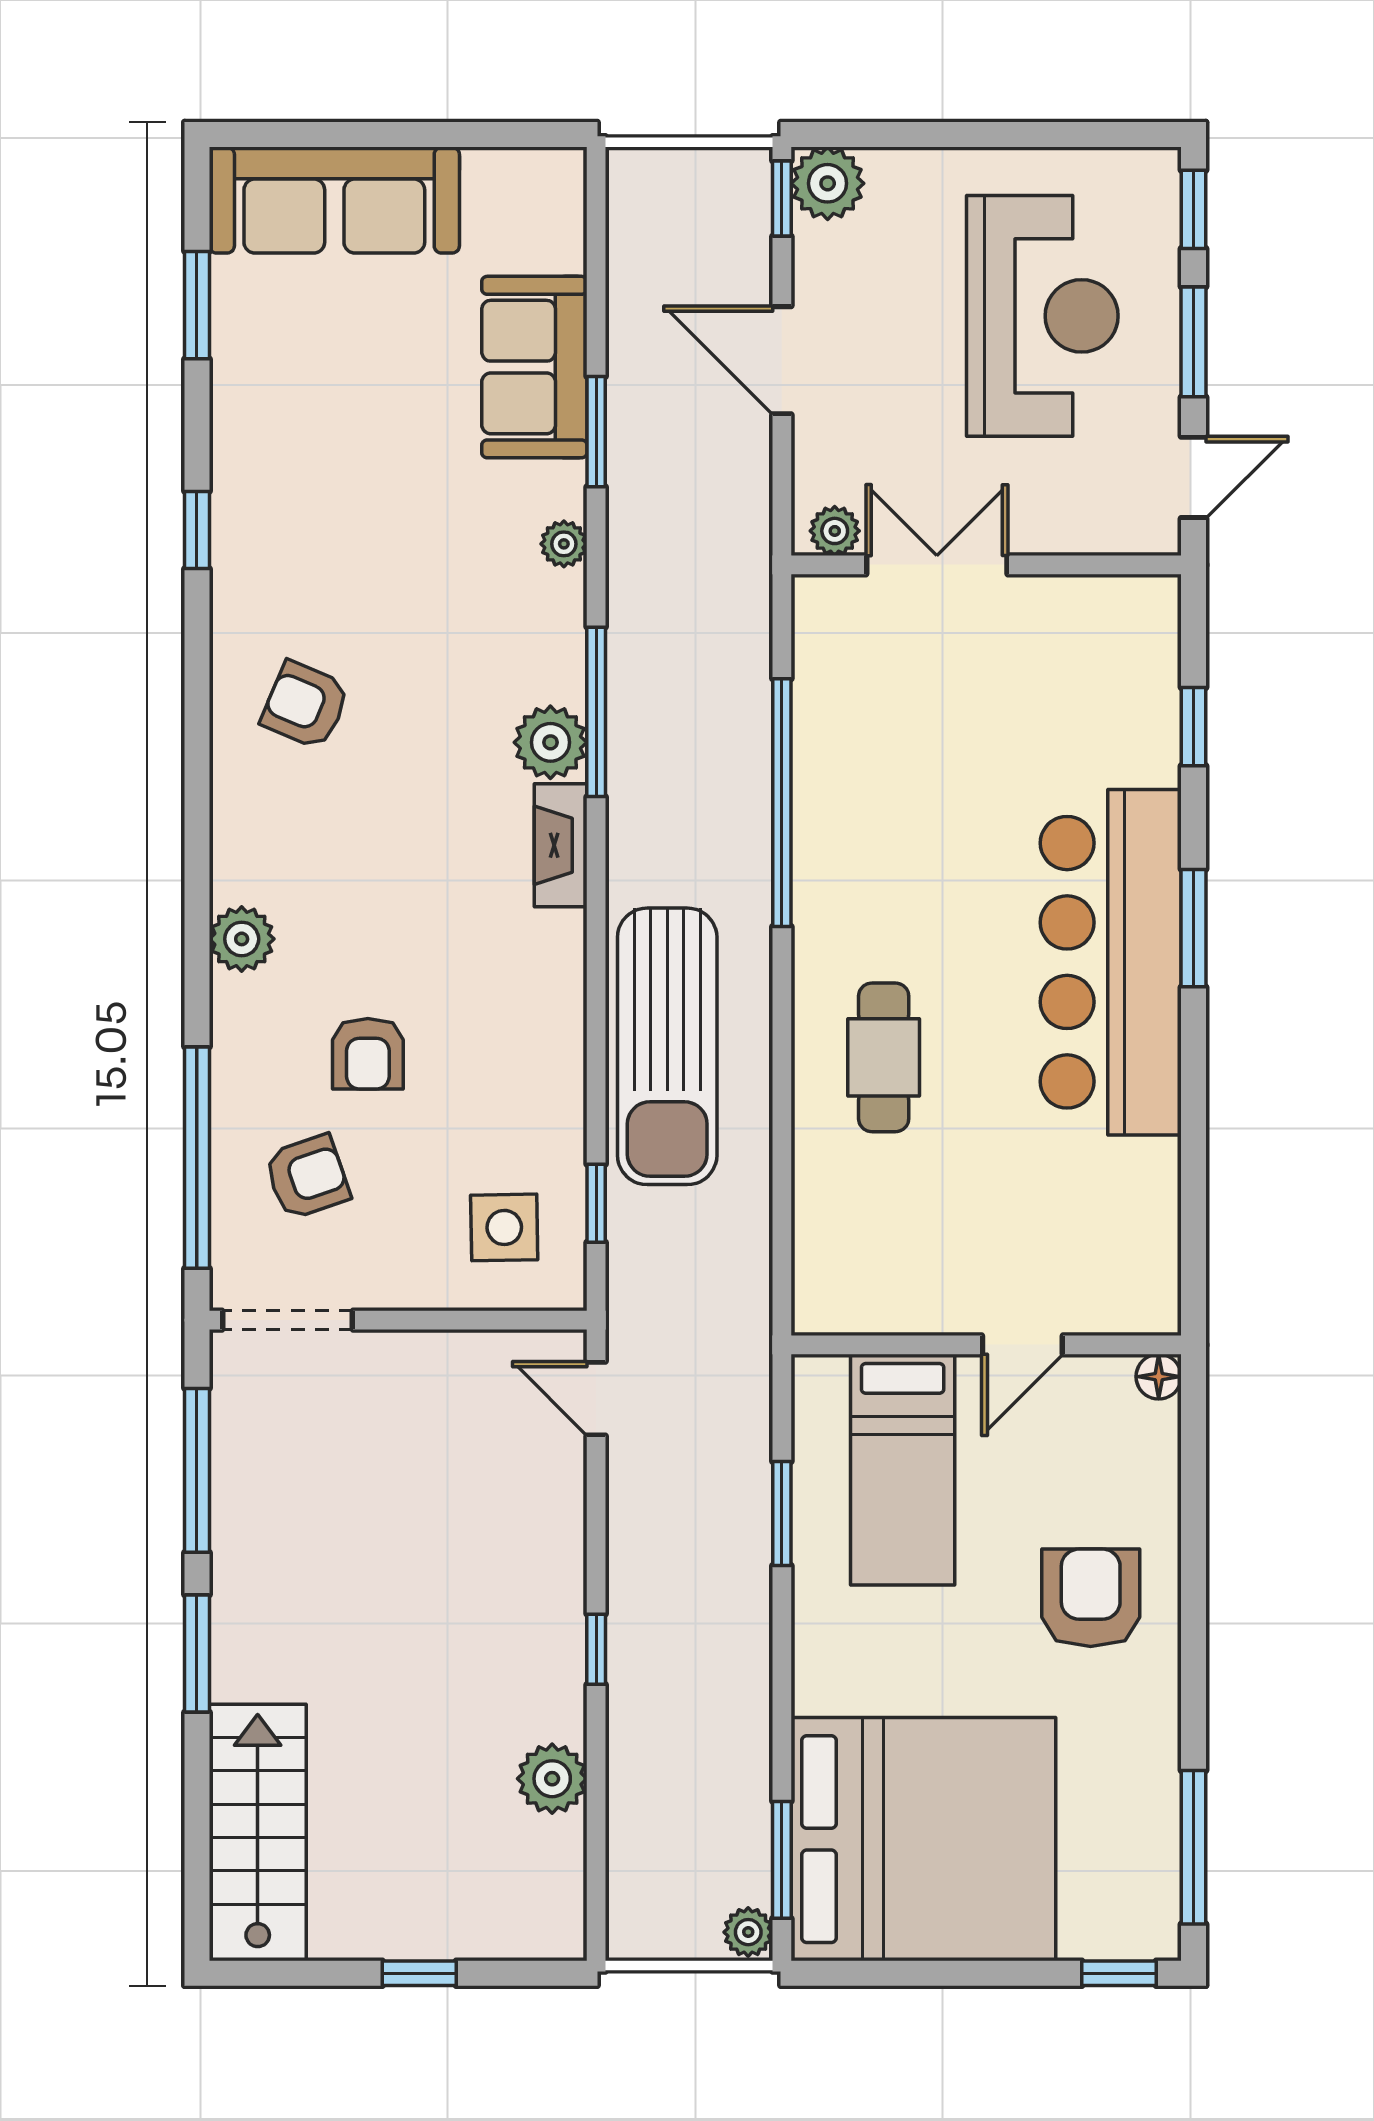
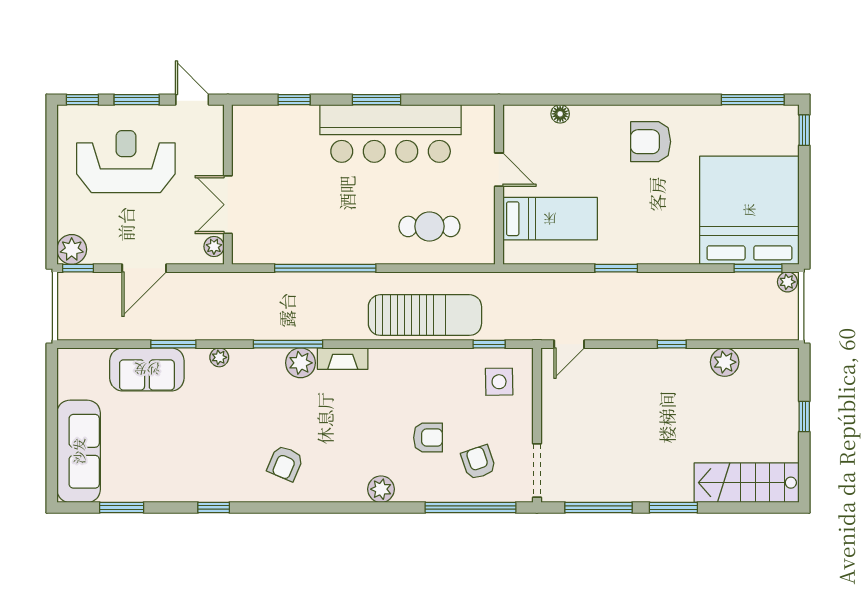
wall: (986, 1345) -> (499, 184), moved
door: (1022, 1345) -> (499, 170), moved
bed: (903, 1470) -> (550, 219), moved

